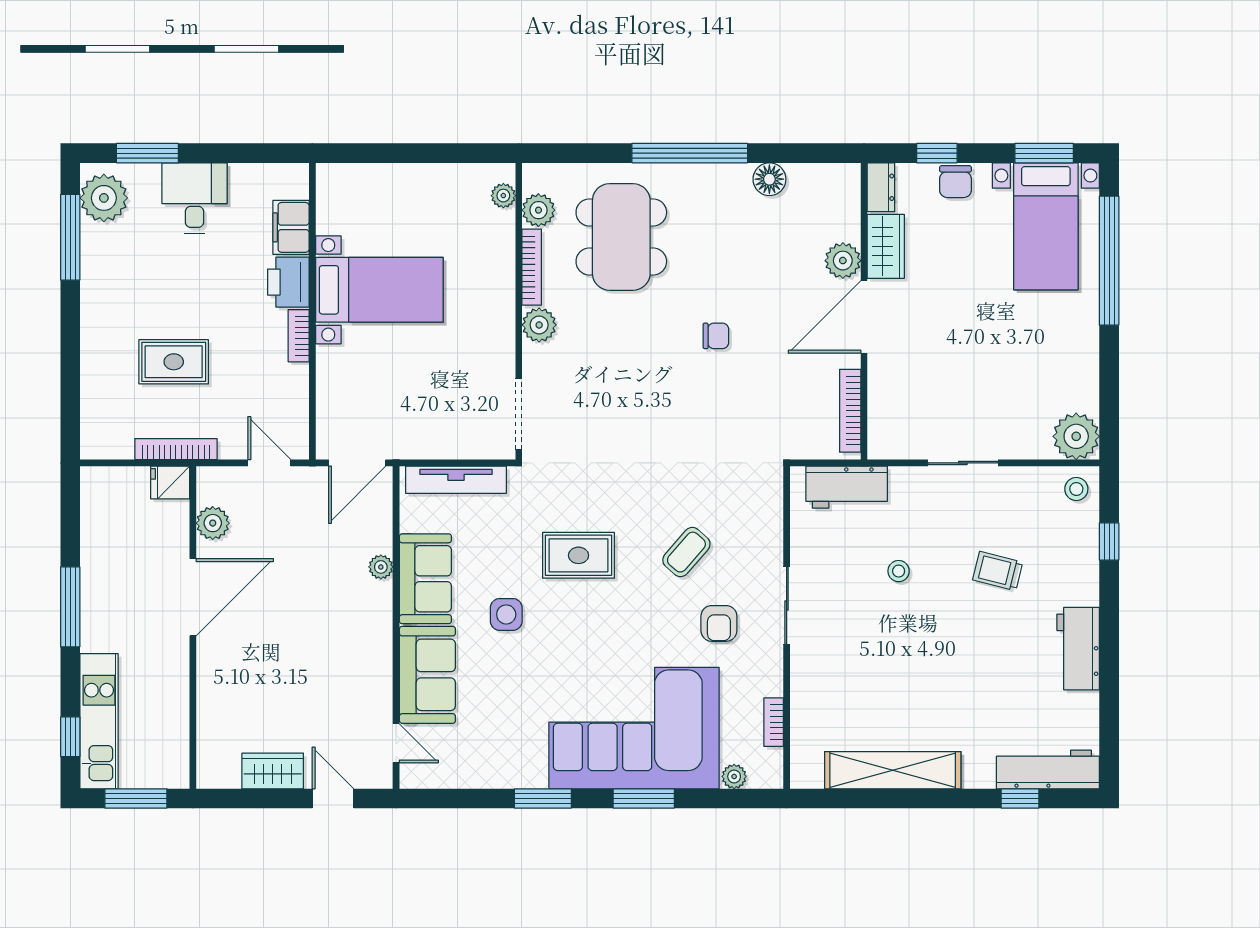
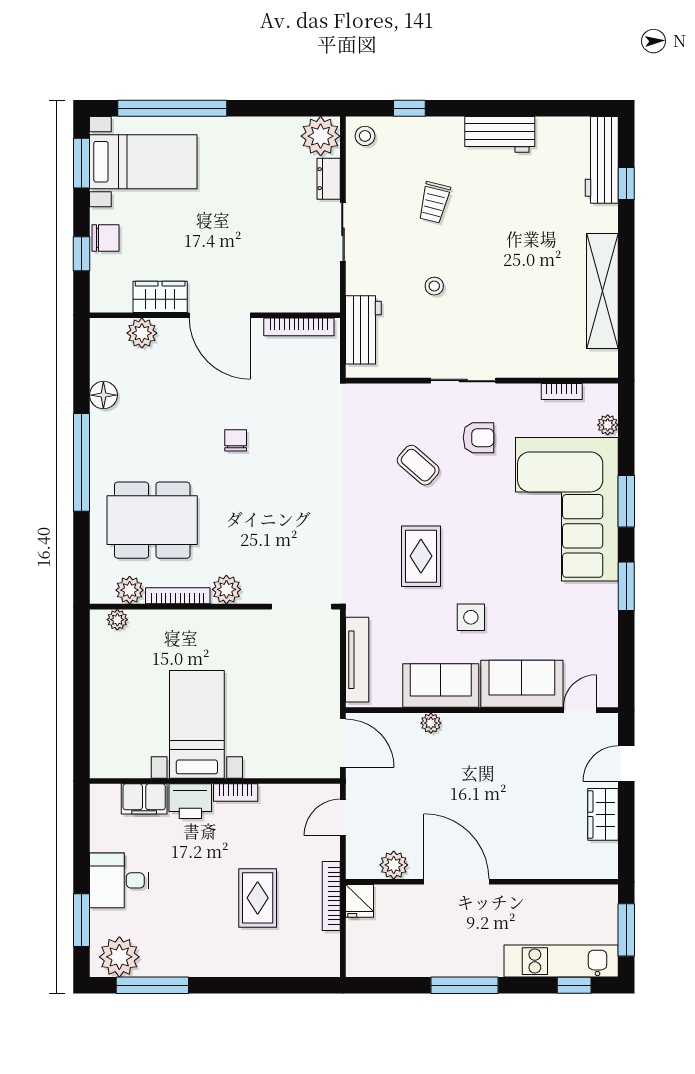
dresser: (881, 187) -> (329, 179), moved, turned -90
plant: (843, 261) -> (142, 333), moved

